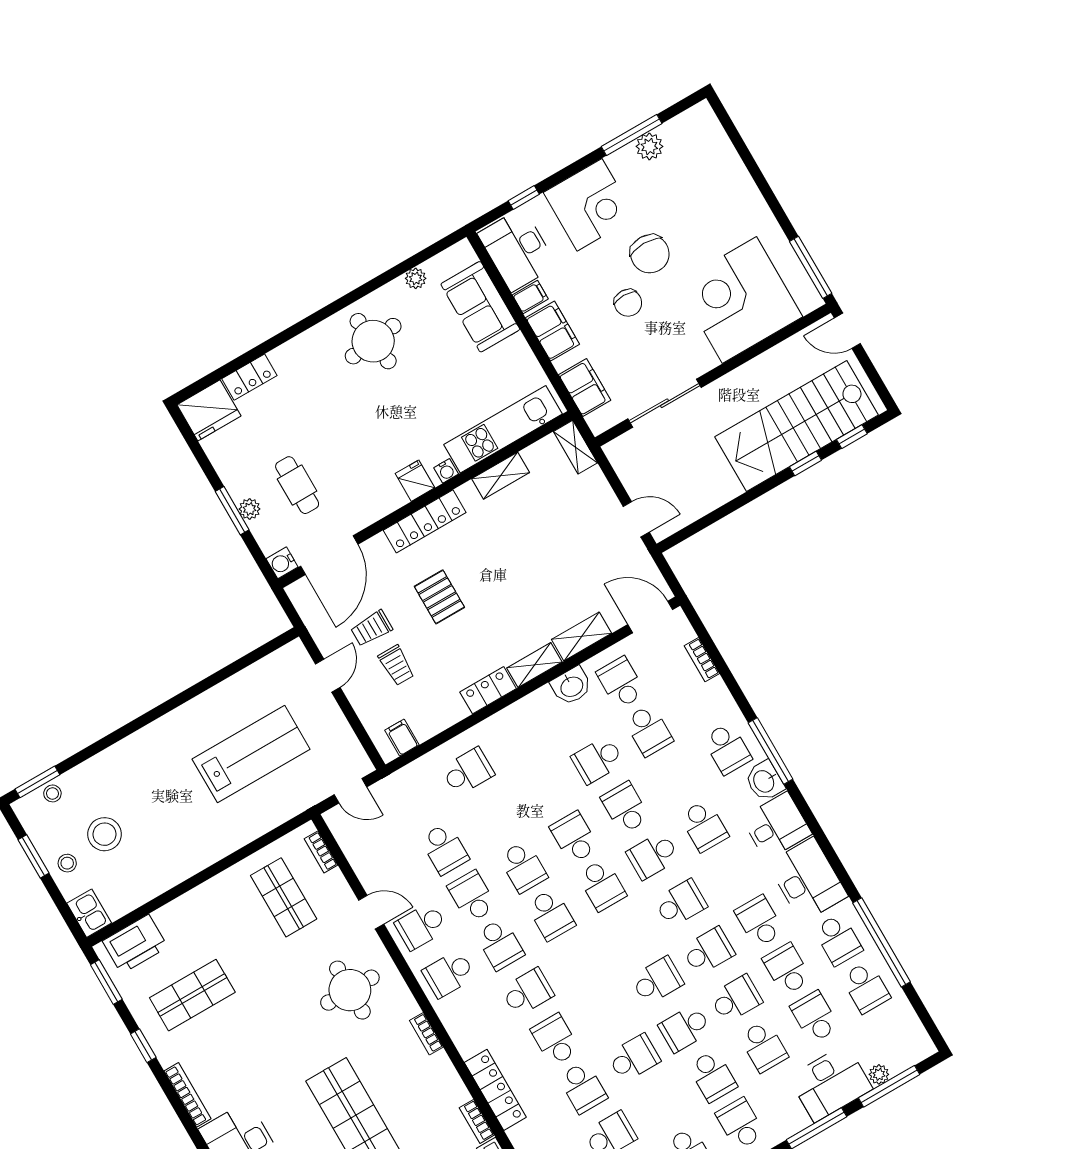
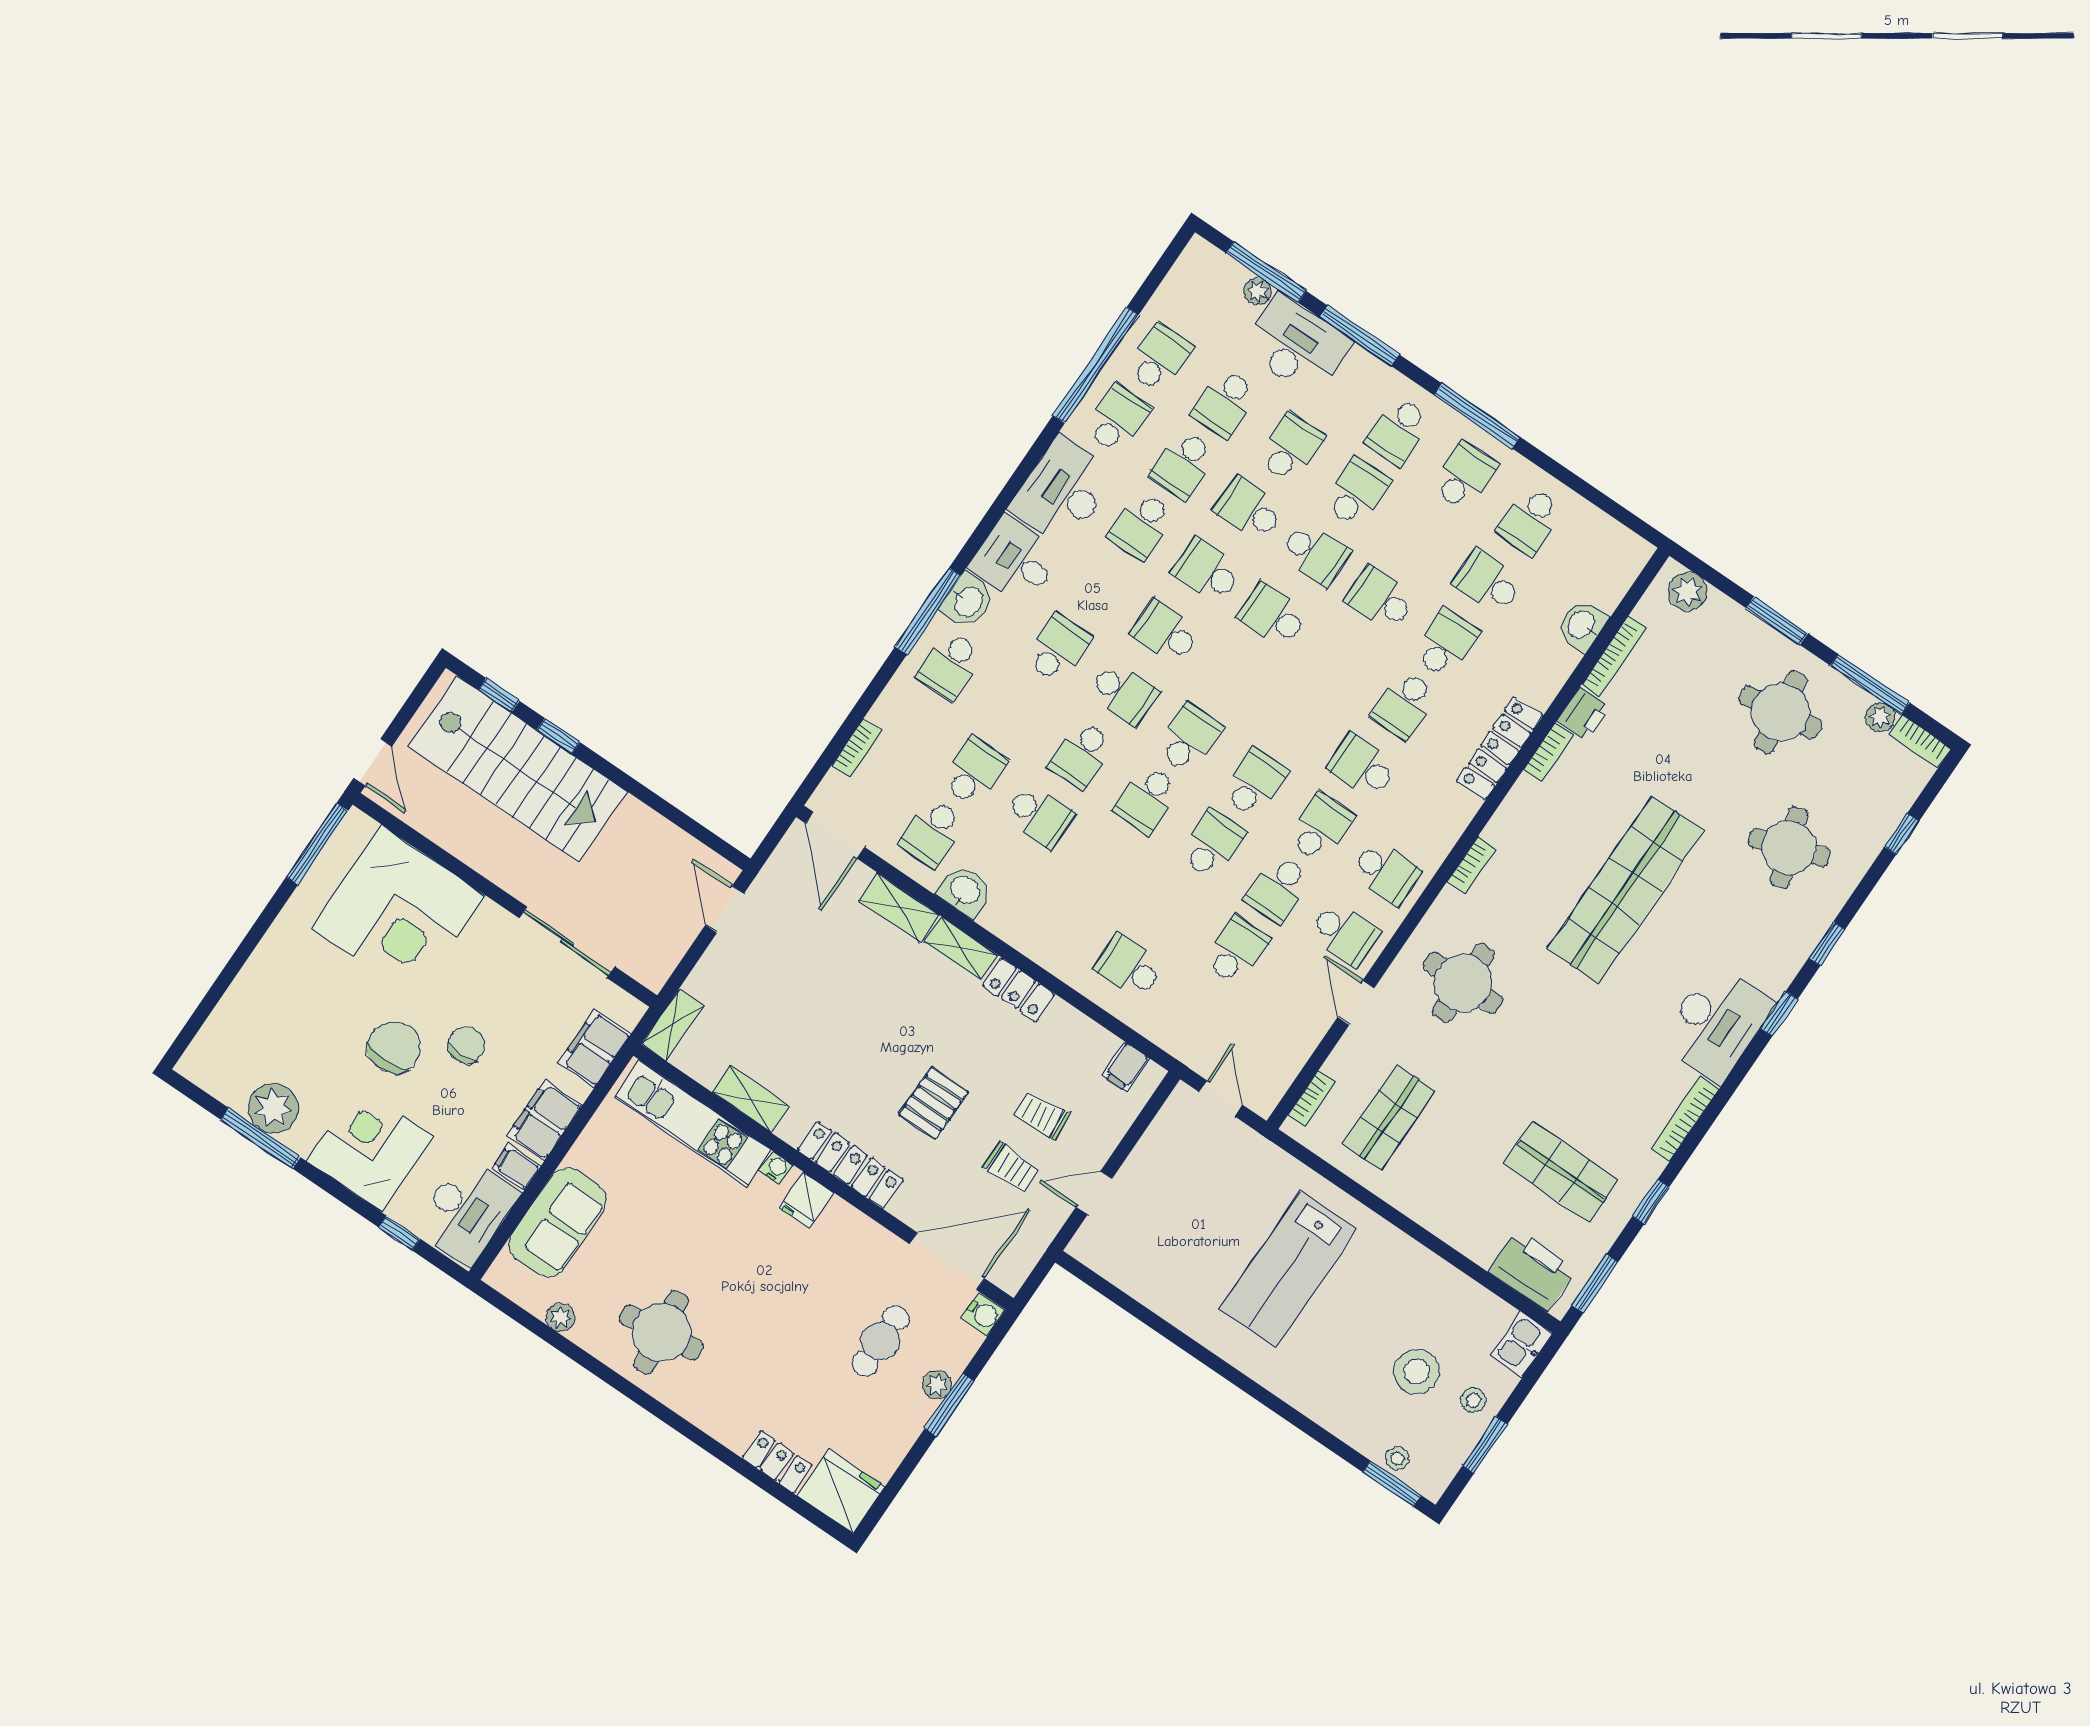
plant: (649, 146) -> (273, 1108), width x1.36, depth x1.36
trolley: (396, 665) -> (1041, 1116), turned -96
school desk: (727, 749) -> (950, 665), turned 180
lab bench: (251, 754) -> (1288, 1269), moved, turned -90

